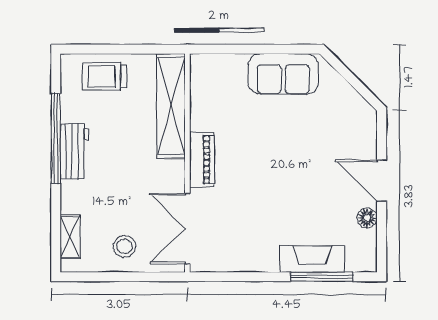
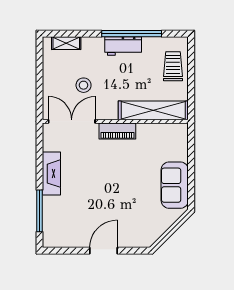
floor lamp: (367, 218) -> (79, 241), removed
stool: (125, 246) -> (84, 85), moved
fireplace: (312, 259) -> (51, 174), moved

